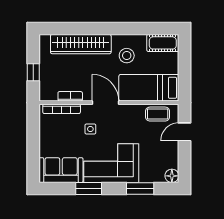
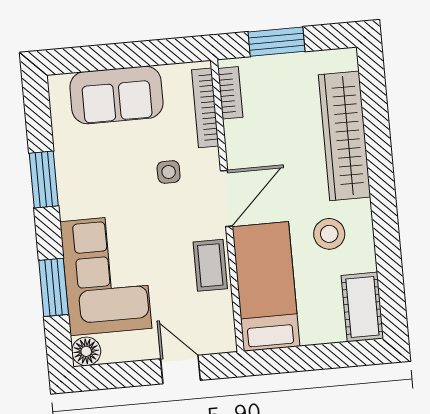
window: (33, 72) -> (277, 42), width x1.50
bookcase: (70, 96) -> (230, 93), moved
coffee table: (158, 114) -> (210, 265), moved
corner sofa: (111, 163) -> (106, 275), moved
sofa: (61, 170) -> (116, 95), moved, turned 90

